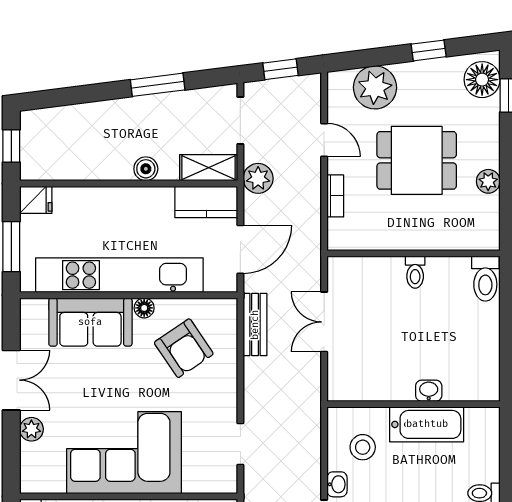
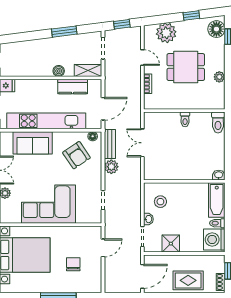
plant: (258, 178) -> (111, 167), moved
kitchen counter: (206, 202) -> (73, 87), moved
floor lamp: (144, 308) -> (93, 136), moved
washbasin: (429, 391) -> (219, 175), moved
bathtub: (427, 424) -> (217, 200), moved, turned 90

